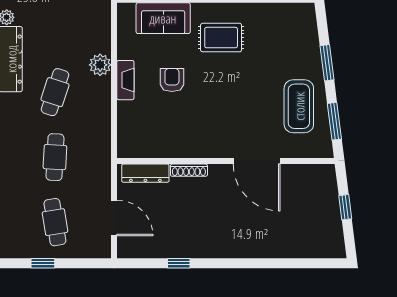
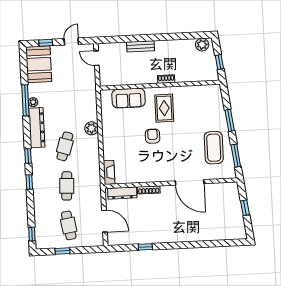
rug: (221, 38) -> (164, 108), turned 90
fireplace: (125, 80) -> (109, 172), moved
armchair: (172, 80) -> (153, 136), moved

